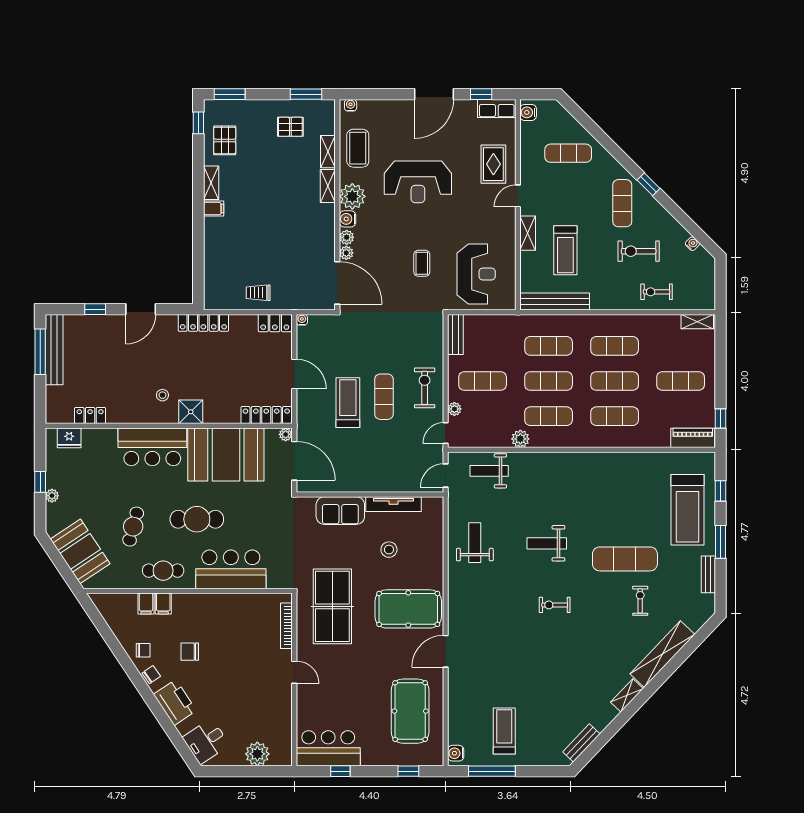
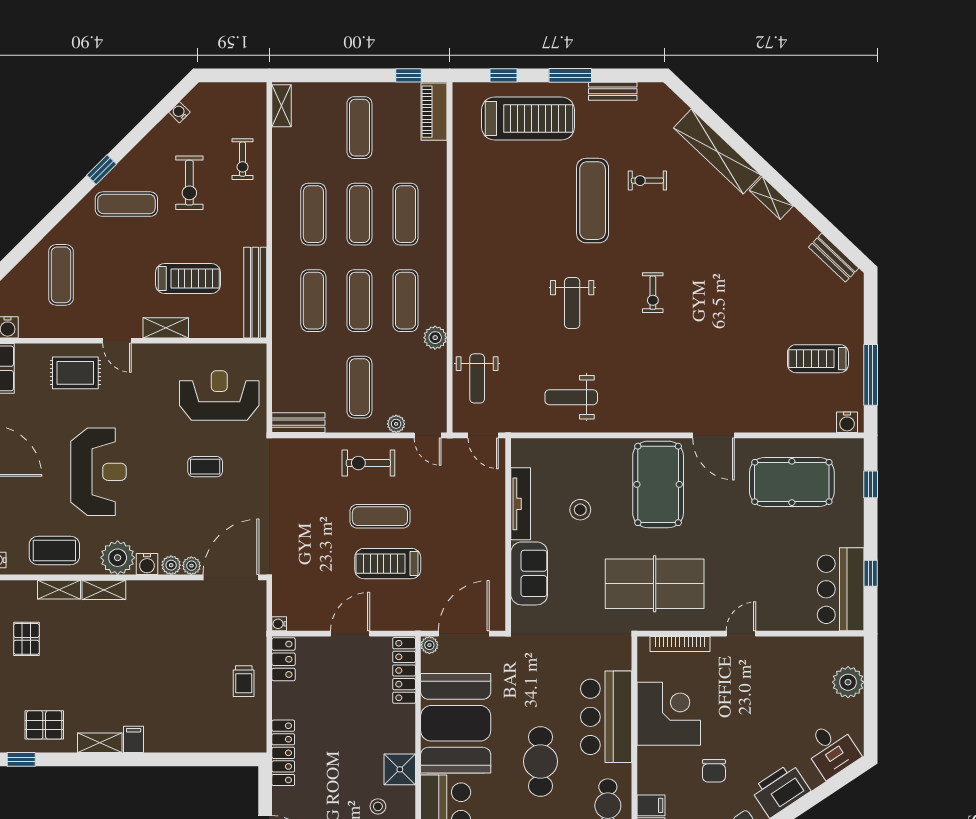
corner desk: (233, 617) -> (669, 714), added

